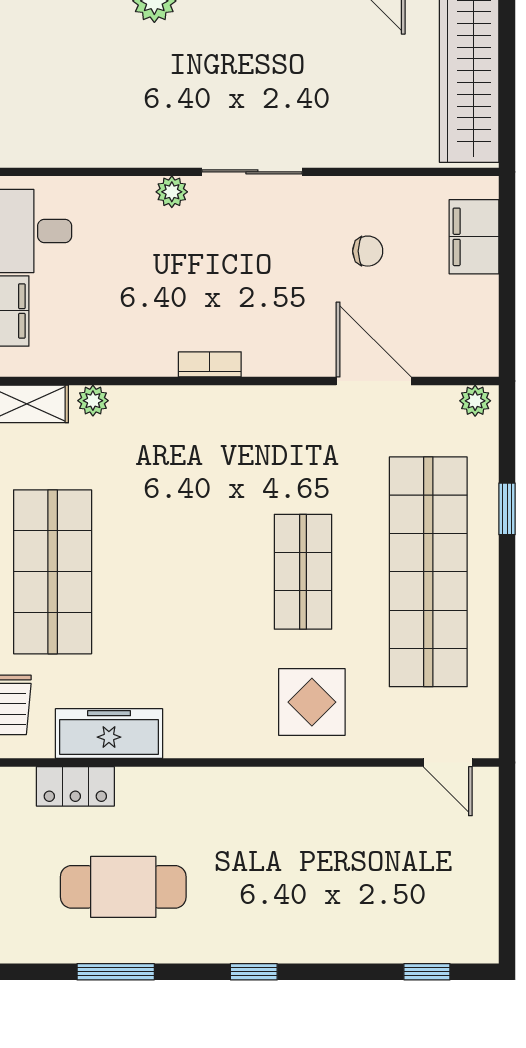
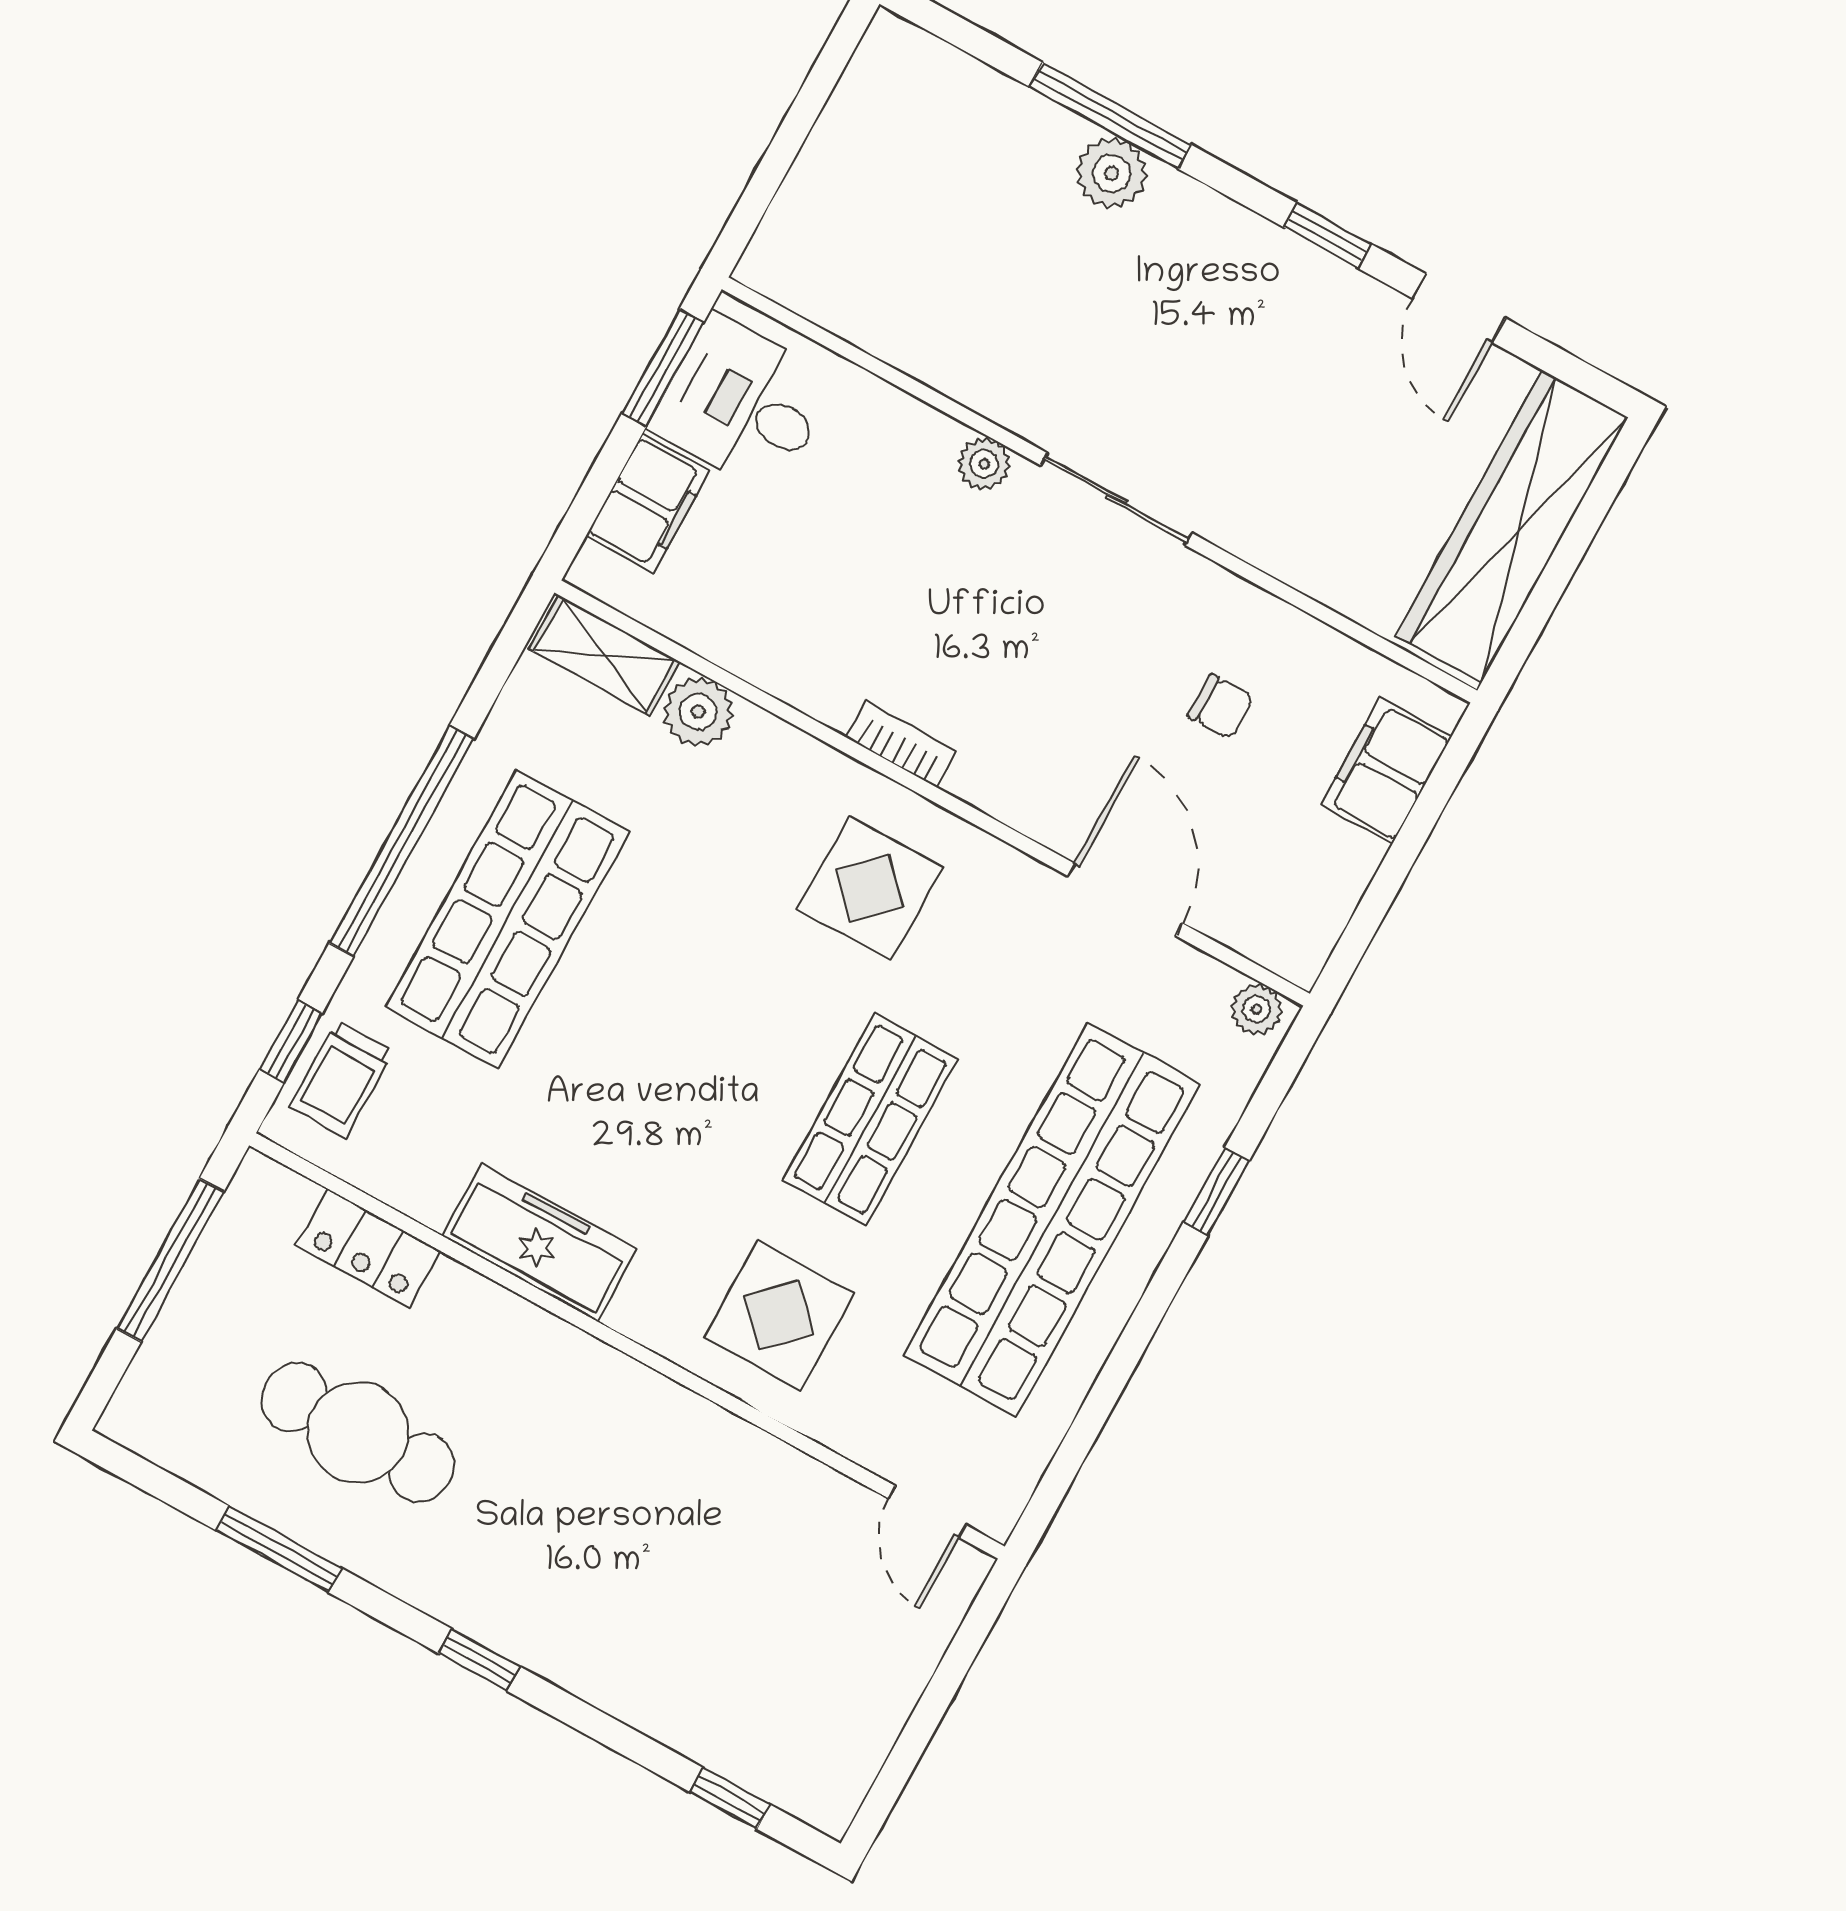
plant: (93, 401) -> (698, 712), width x1.38, depth x1.38
display table: (235, 450) -> (870, 888), added
freezer: (109, 734) -> (539, 1243), moved

